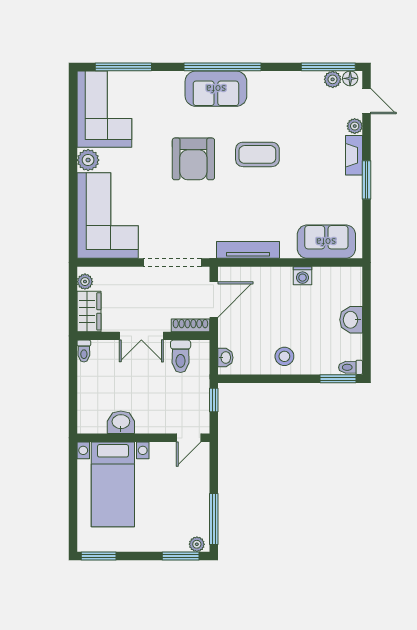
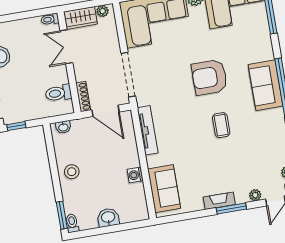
coffee table: (257, 154) -> (221, 125), width x0.73, depth x0.77
fireplace: (354, 155) -> (219, 201), moved
window: (367, 180) -> (231, 208), moved
double door: (141, 336) -> (66, 47), moved
window: (214, 400) -> (16, 126), moved

